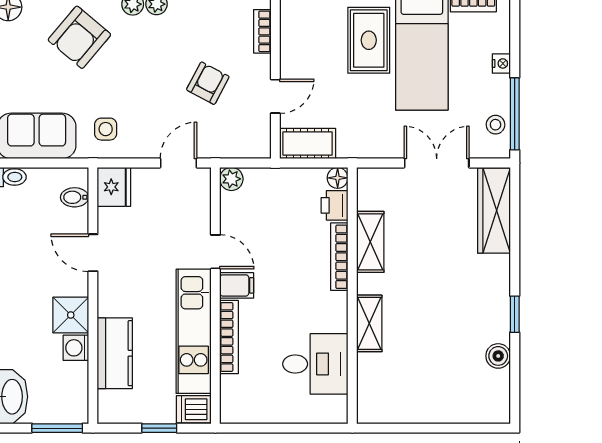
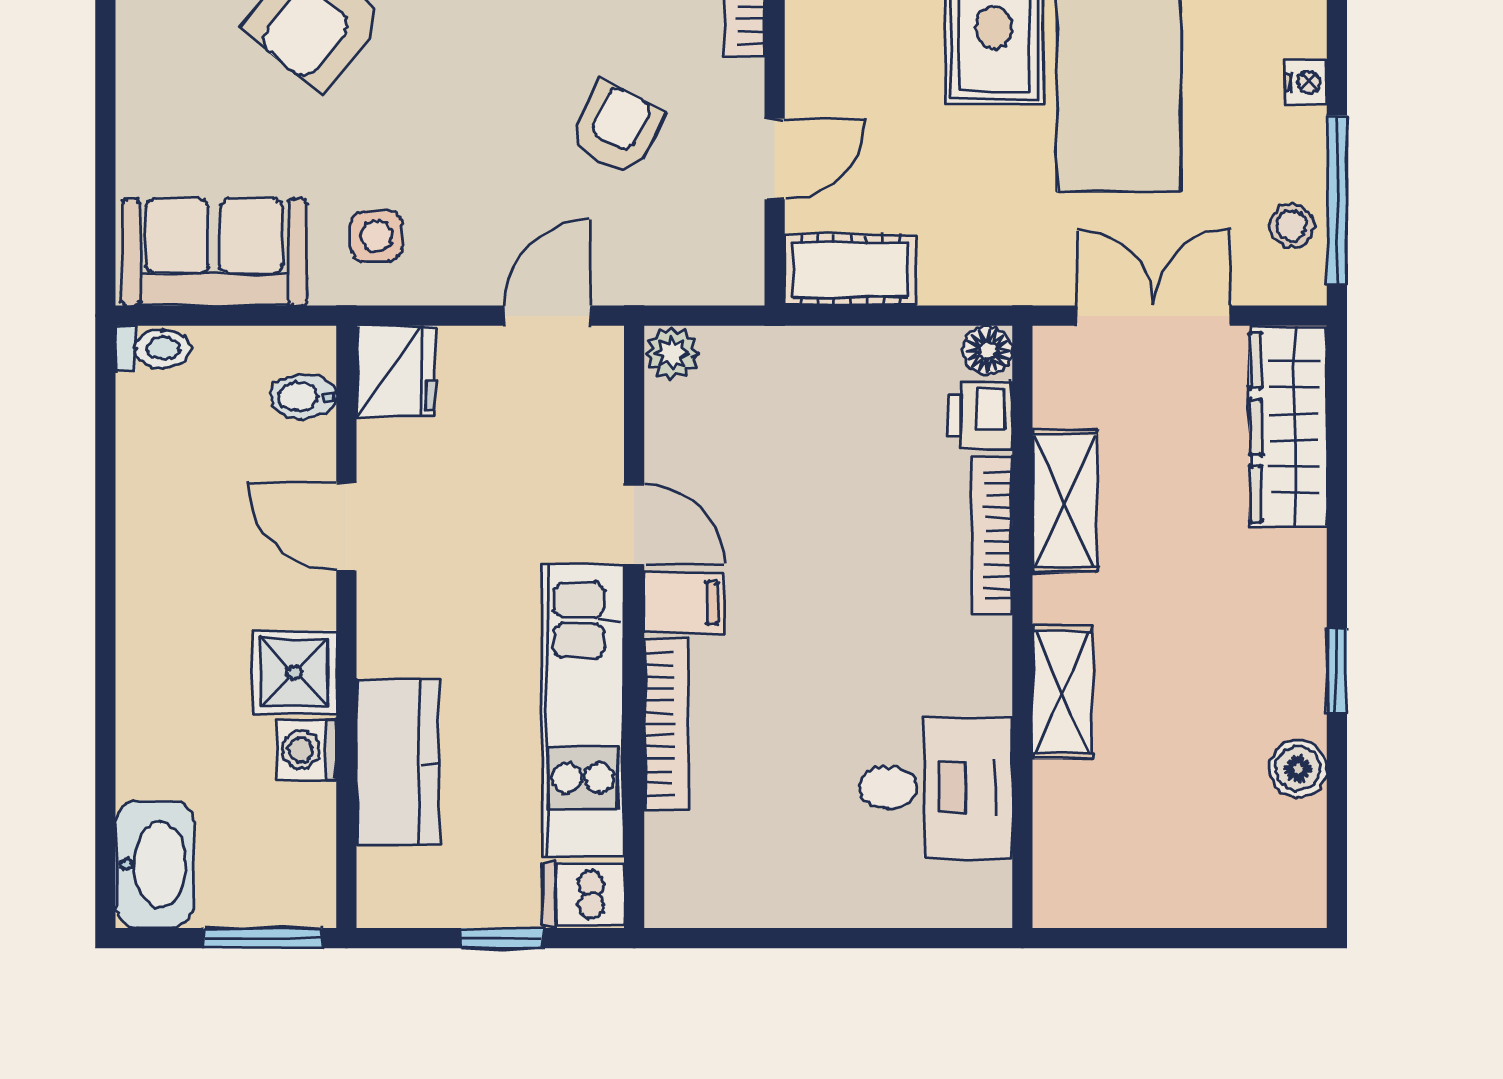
floor lamp: (338, 178) -> (988, 351), moved
printer: (335, 205) -> (981, 415), moved
shelving: (370, 242) -> (1065, 501), moved
bookcase: (339, 257) -> (992, 536), moved
wall: (352, 296) -> (1022, 627), moved
shelving: (369, 323) -> (1062, 692), moved
desk: (315, 364) -> (936, 788), moved

